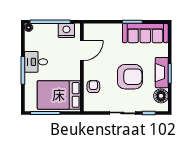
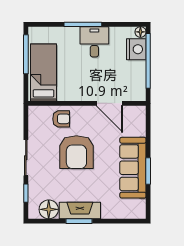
nightstand: (66, 31) -> (136, 49), moved
sofa: (145, 33) -> (133, 168), moved
armchair: (130, 77) -> (76, 152), moved
bed: (59, 95) -> (44, 72), width x0.67

